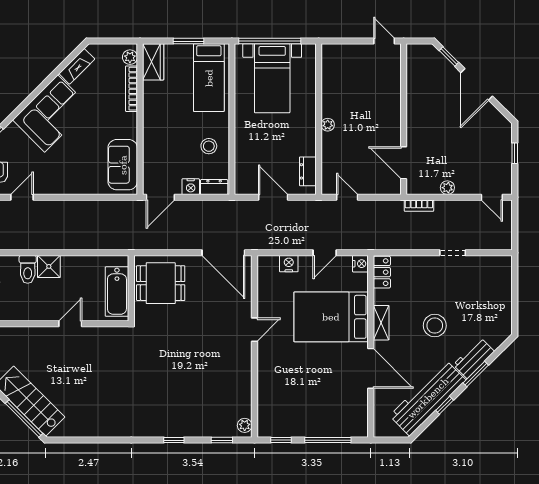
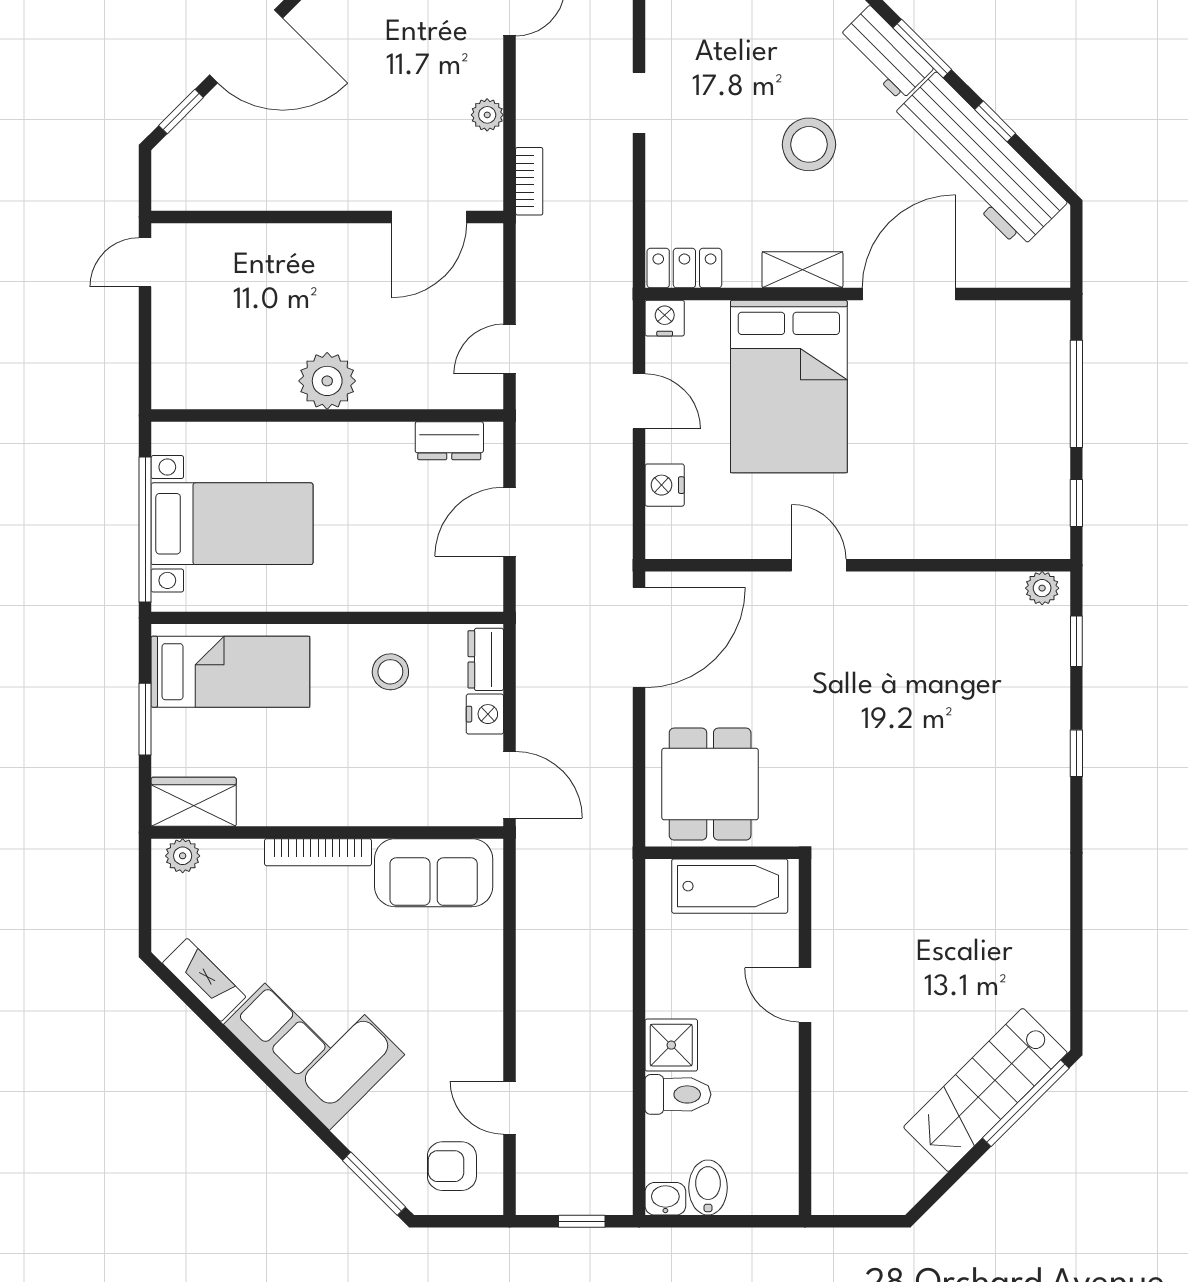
bookcase: (131, 89) -> (318, 852), moved
plant: (328, 125) -> (327, 381), width x1.87, depth x1.87

